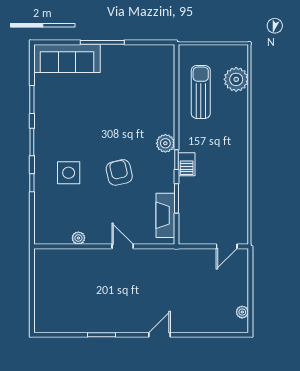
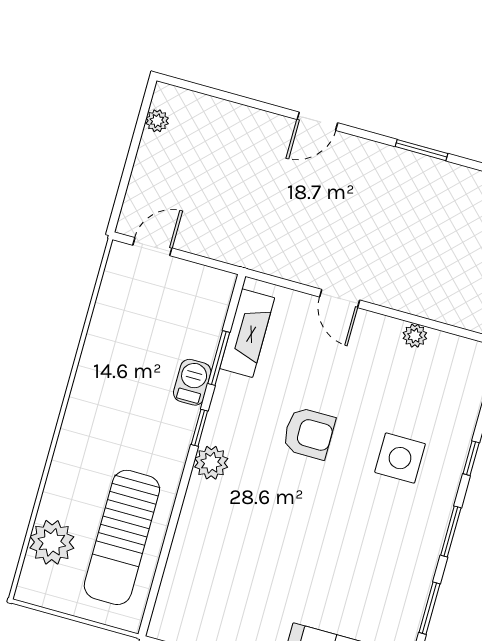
sun lounger: (201, 92) -> (122, 537), width x1.36, depth x1.34
barbecue: (187, 164) -> (192, 382), moved
armchair: (119, 172) -> (309, 433), turned -77

